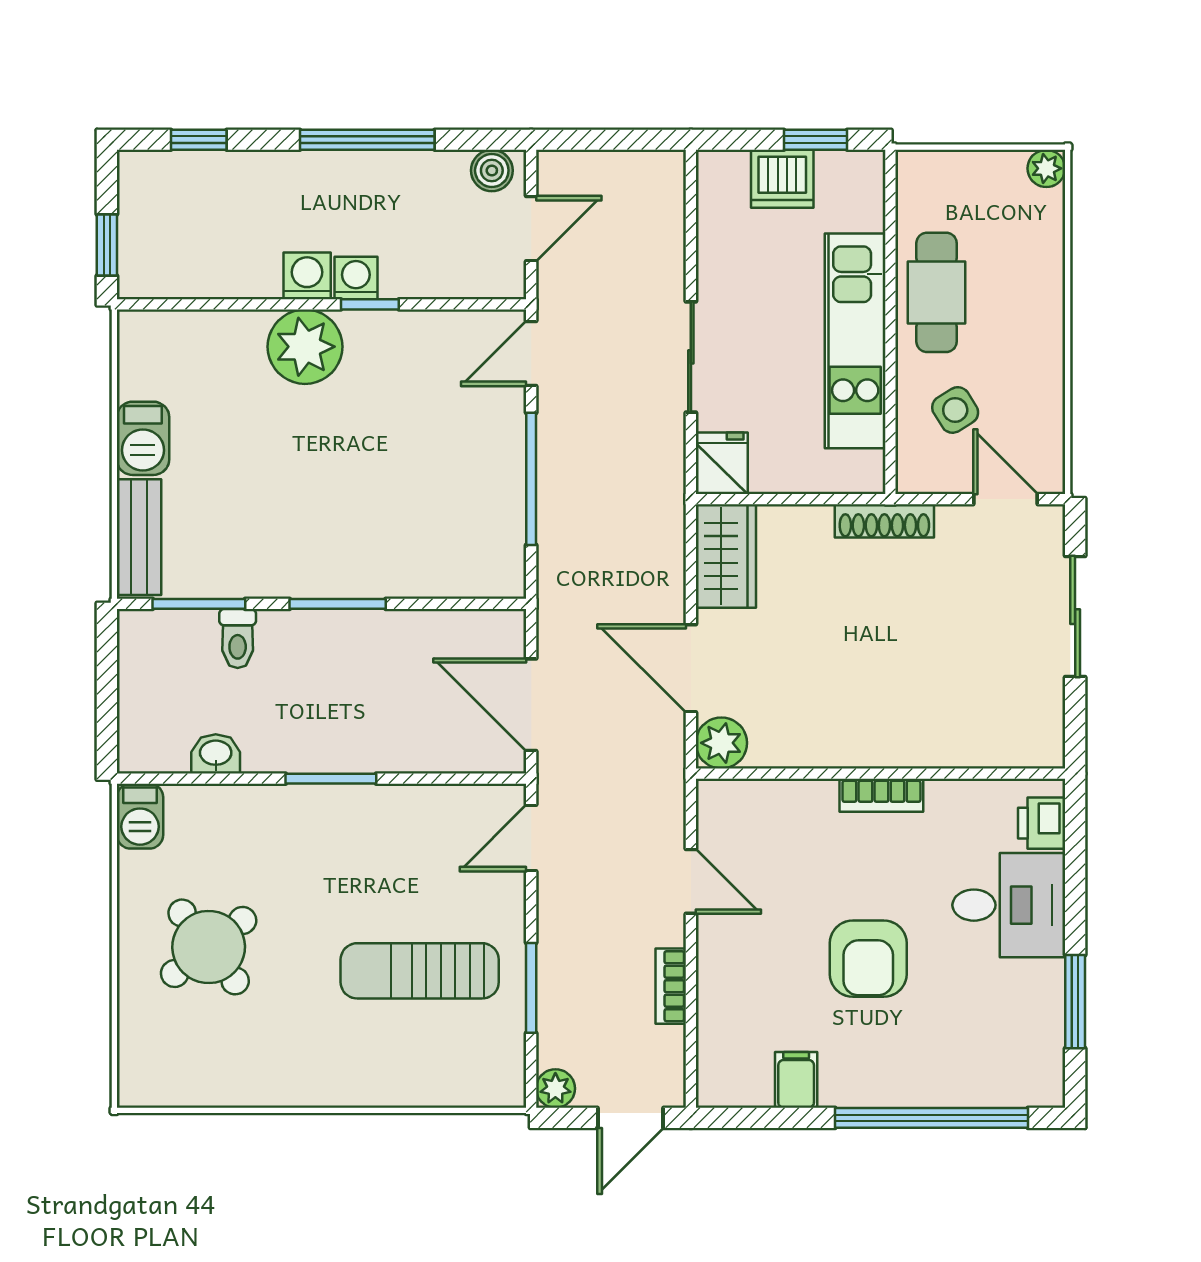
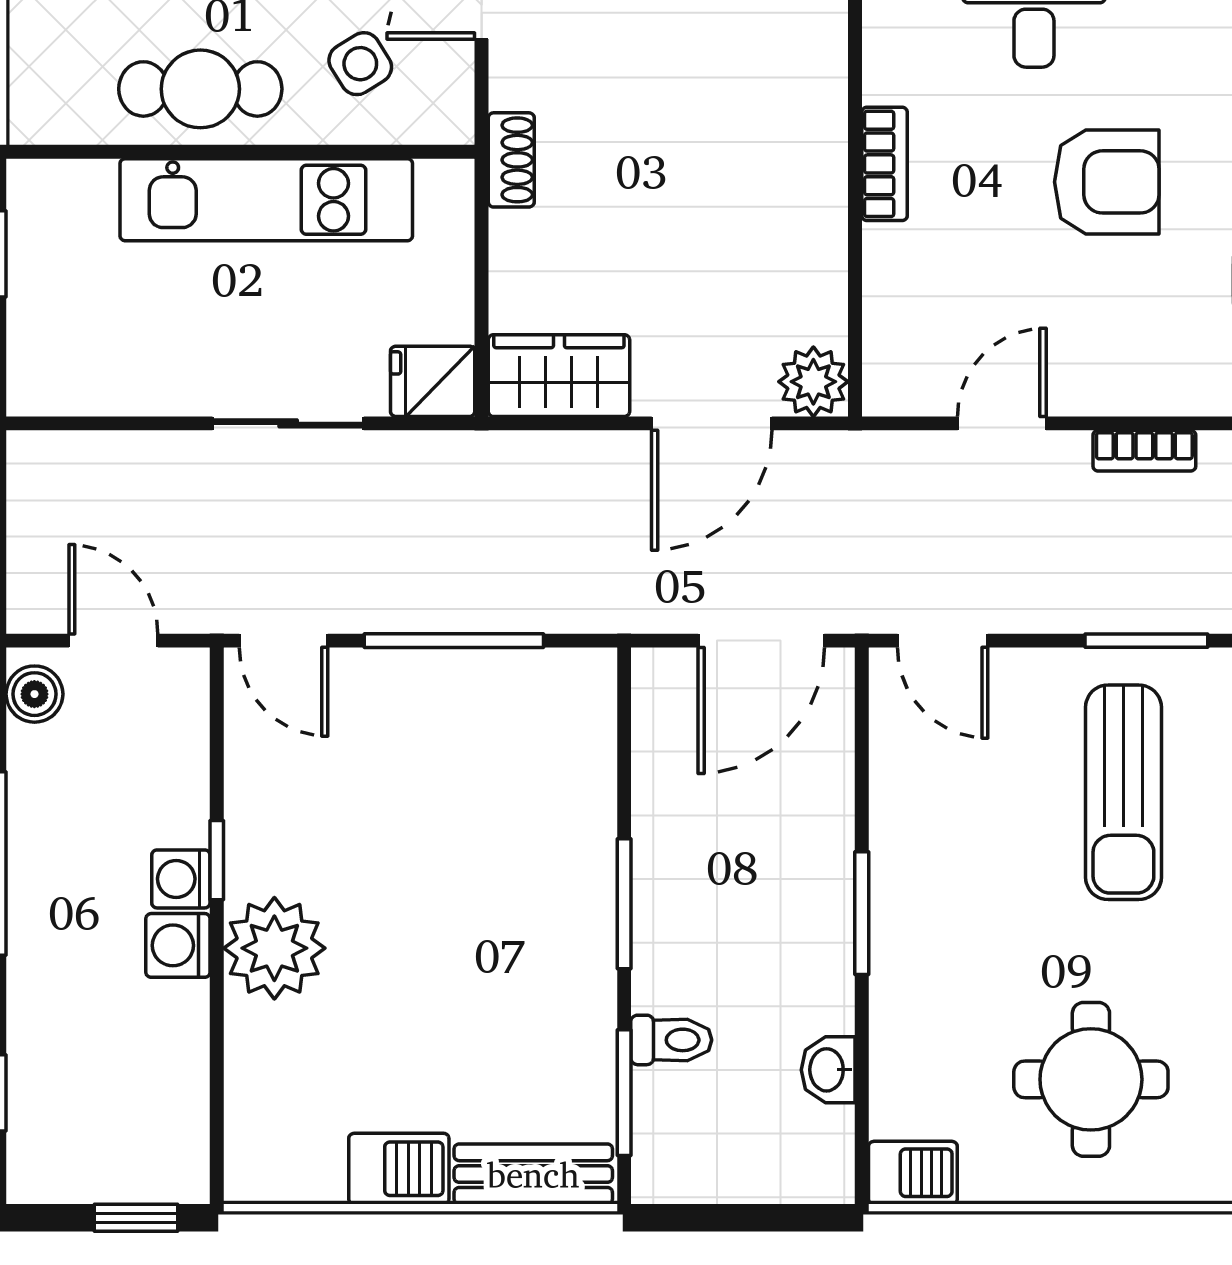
dishwasher: (782, 179) -> (46, 299), removed
shoe rack: (884, 521) -> (511, 160), width x0.70
round table: (209, 947) -> (1091, 1079), turned 38

